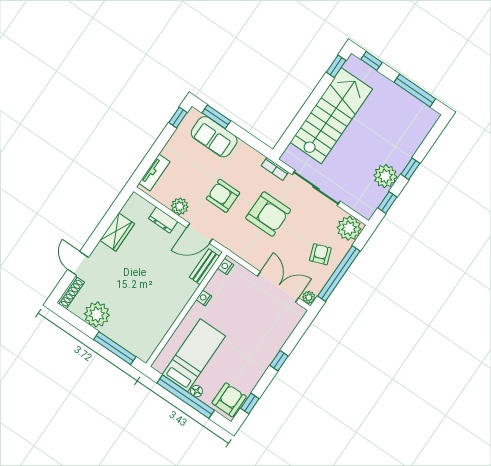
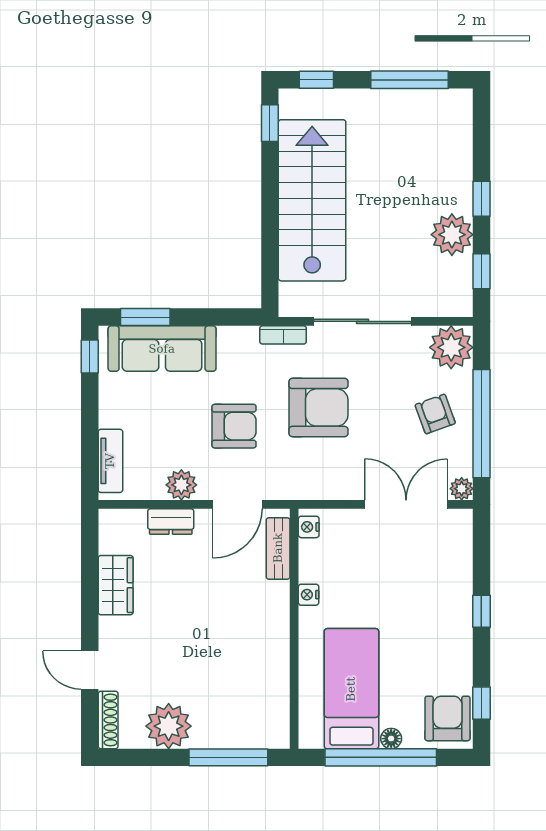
sofa: (214, 137) -> (162, 349), width x1.36
armchair: (223, 196) -> (234, 426), turned 180

